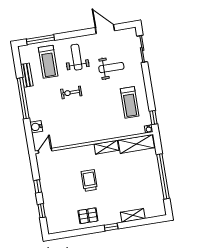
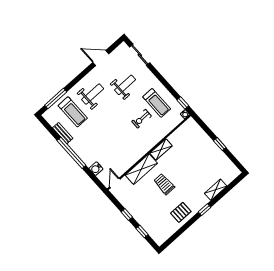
weight bench: (77, 57) -> (93, 94), turned 90
exercise bike: (71, 93) -> (142, 119), moved
shelving: (136, 144) -> (141, 169), moved
window: (163, 176) -> (220, 144), width x0.32

